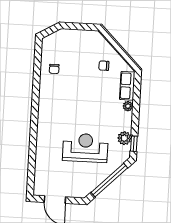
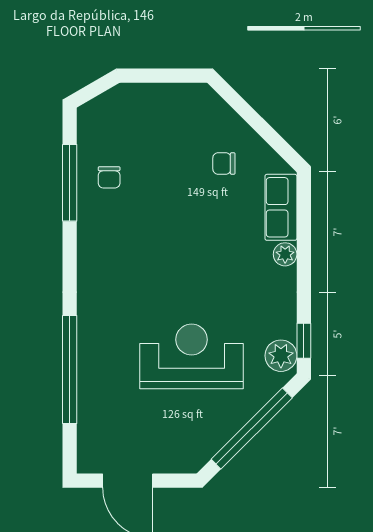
window: (37, 70) -> (70, 183), added
plant: (124, 138) -> (281, 356), moved
window: (33, 150) -> (70, 369), added

